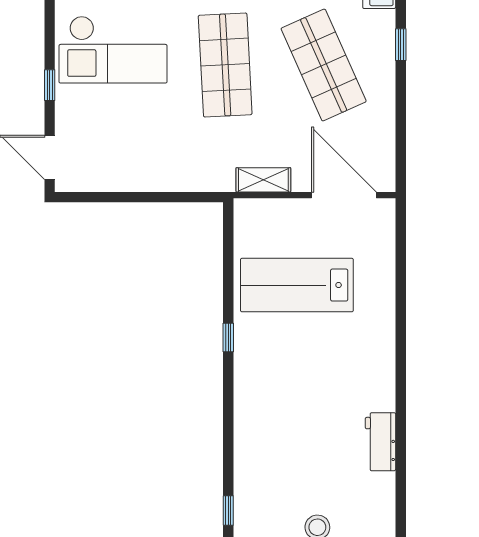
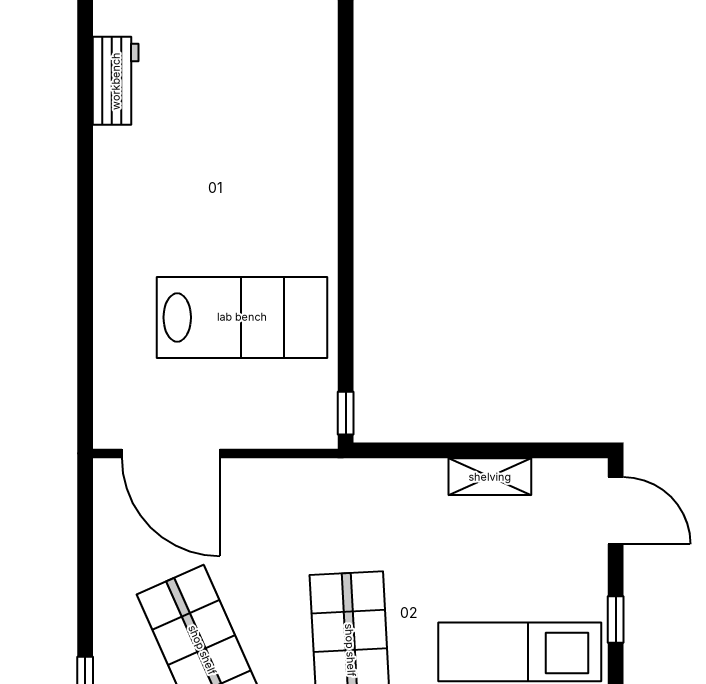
shelving: (263, 180) -> (490, 477), moved
window: (228, 338) -> (346, 413), moved

